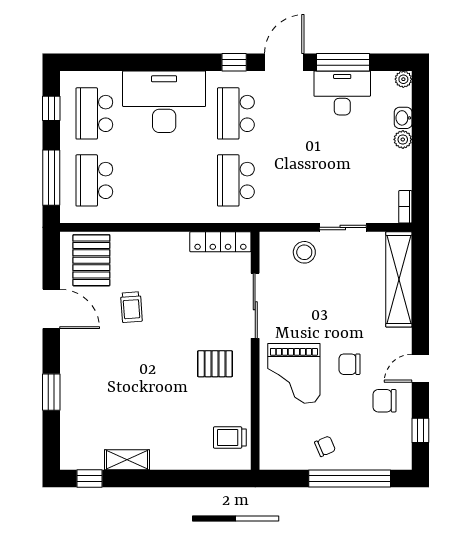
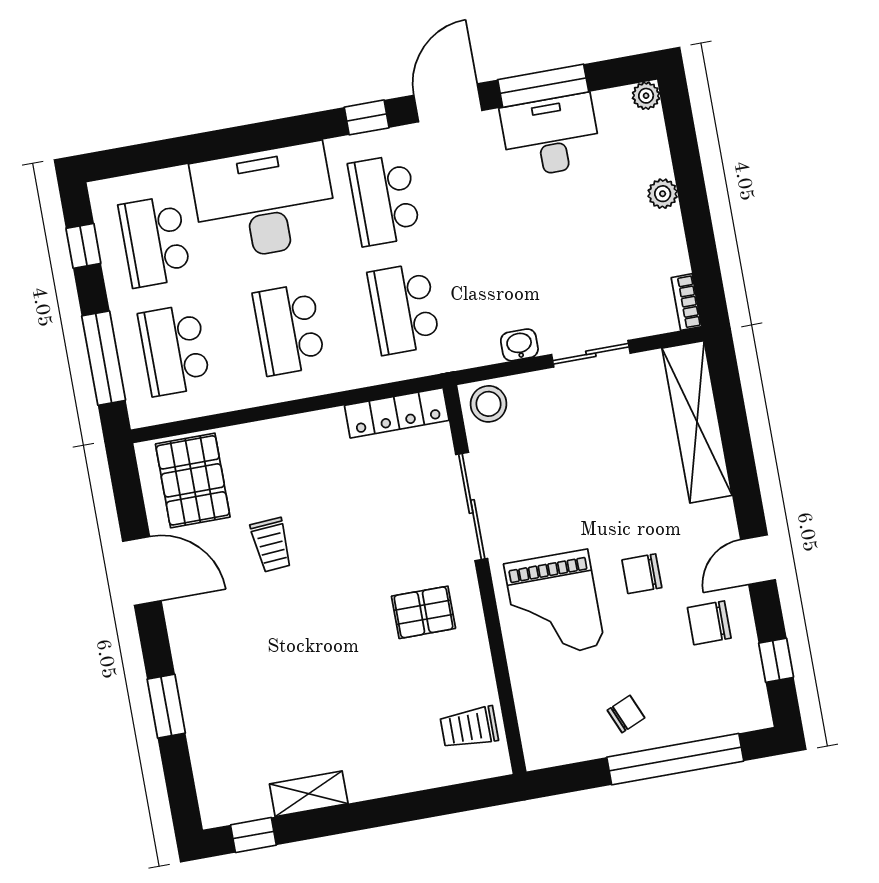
washbasin: (403, 118) -> (519, 345), moved, turned 90
school desk: (165, 180) -> (289, 329), added
stool: (304, 252) -> (489, 404), moved

